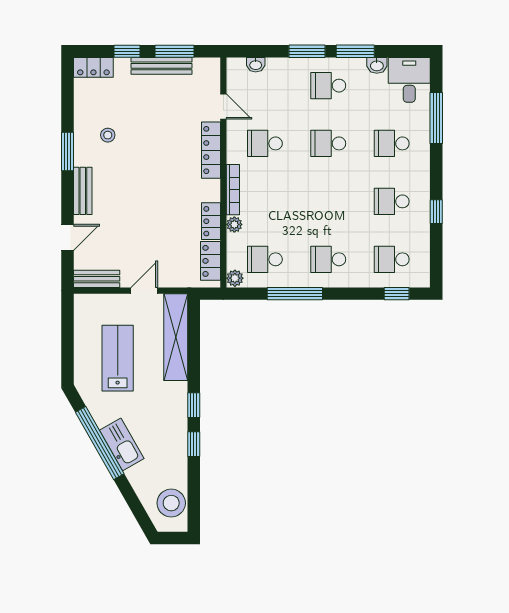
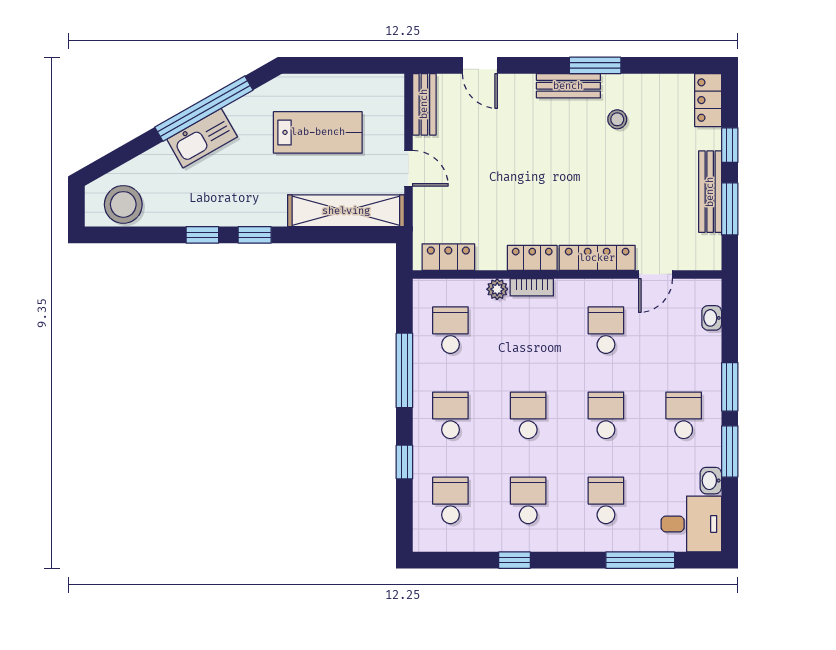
bookcase: (233, 190) -> (532, 287), width x0.64
bench: (83, 191) -> (568, 86), moved
school desk: (328, 201) -> (528, 415), added
locker: (211, 221) -> (532, 258), moved
plant: (235, 278) -> (425, 290), removed
window: (397, 294) -> (404, 462), moved

